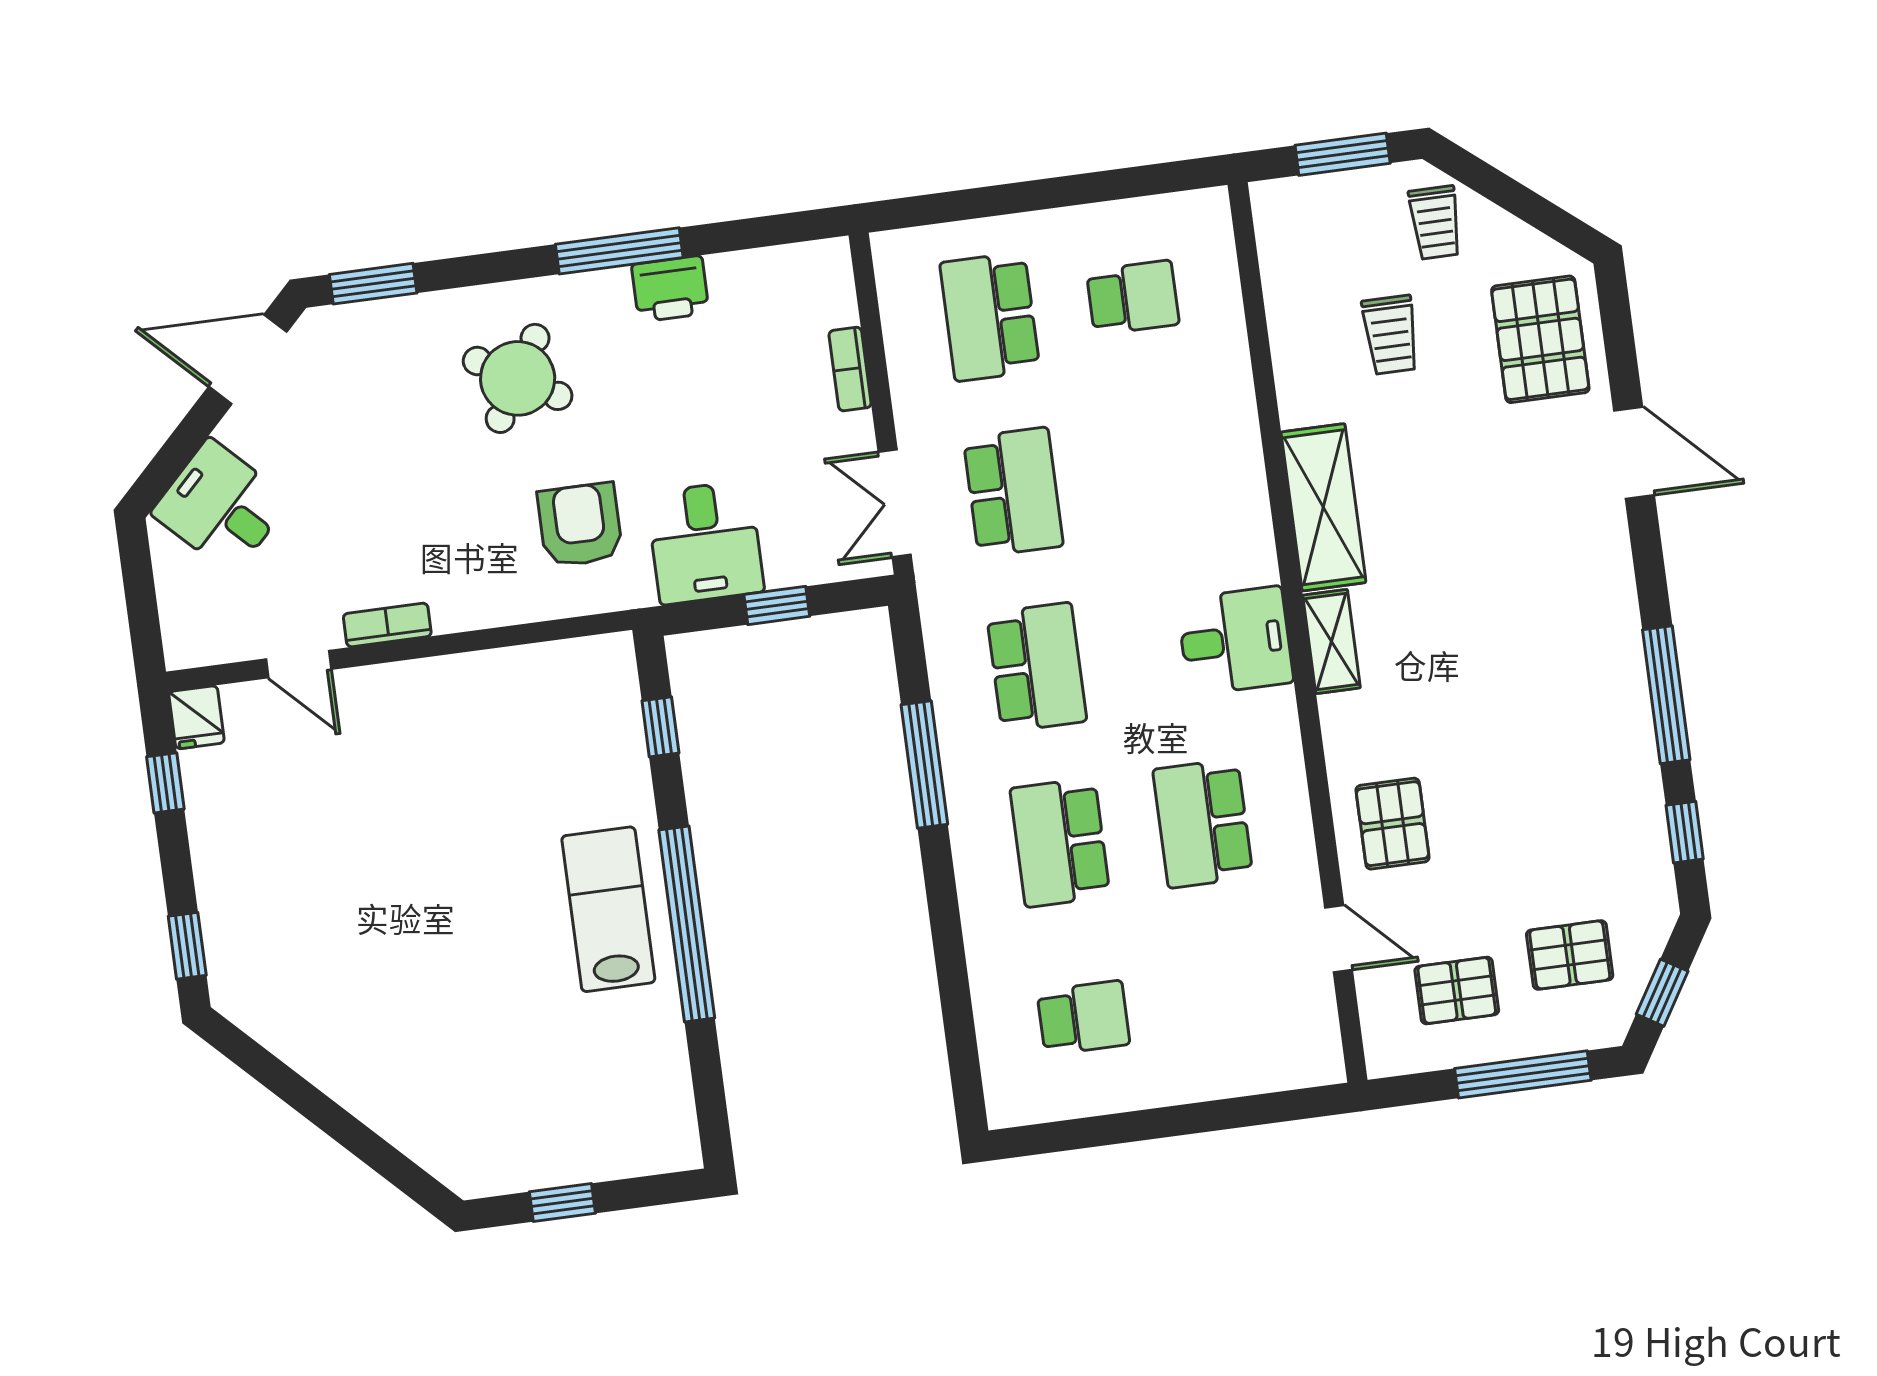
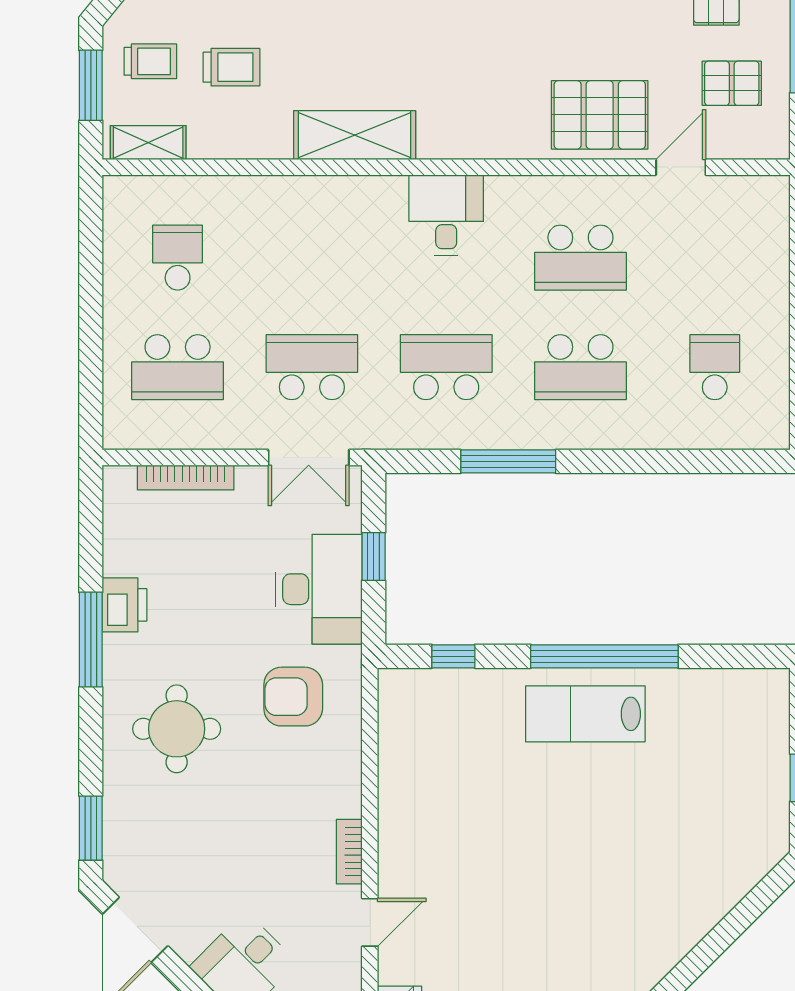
trolley: (1435, 222) -> (150, 61), moved
bookcase: (850, 369) -> (186, 478), width x1.56
round table: (518, 378) -> (177, 729), turned -31
desk: (705, 542) -> (319, 589), width x1.37
shelving: (1332, 641) -> (148, 143), moved
pallet: (1393, 824) -> (600, 115), width x1.50, depth x1.42
pallet: (1457, 990) -> (732, 83), turned 90

